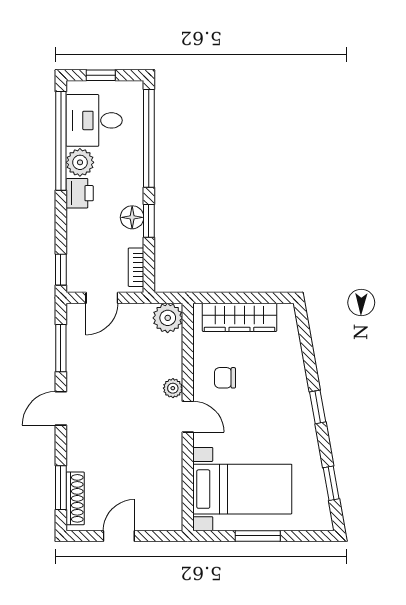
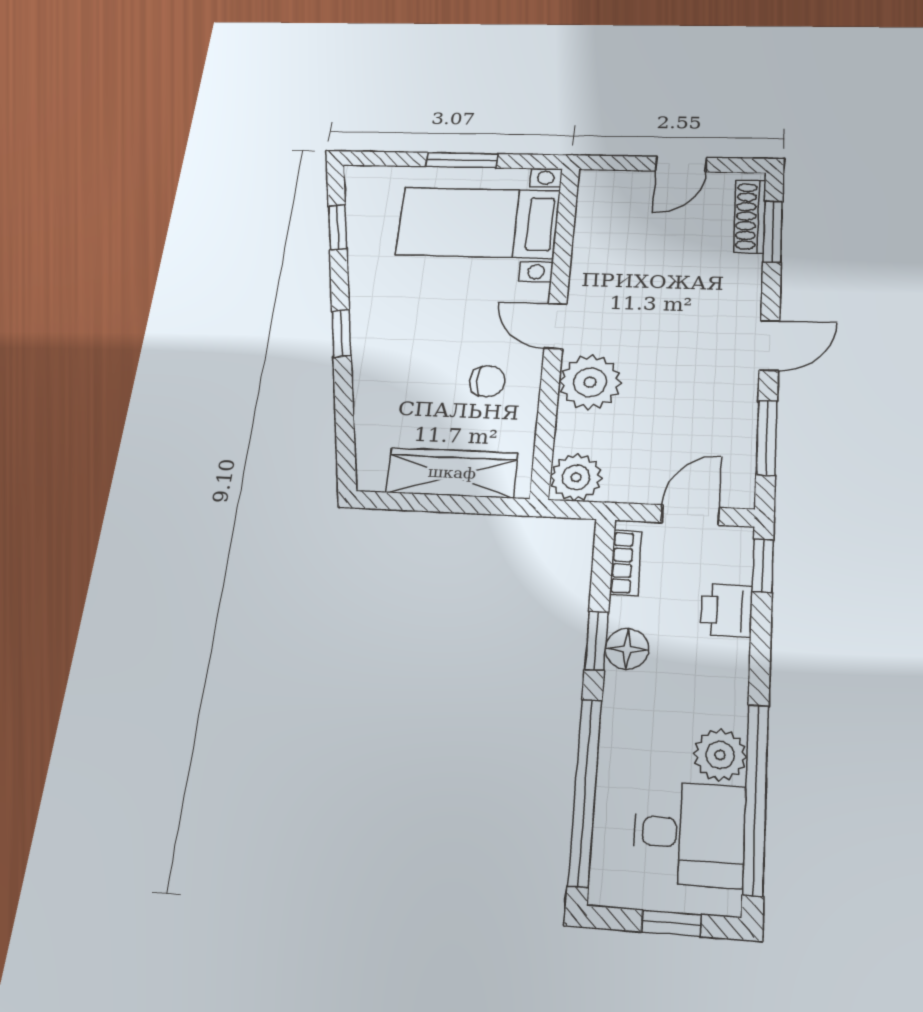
printer: (80, 193) -> (727, 610), moved
plant: (173, 388) -> (590, 382), width x1.87, depth x1.87

